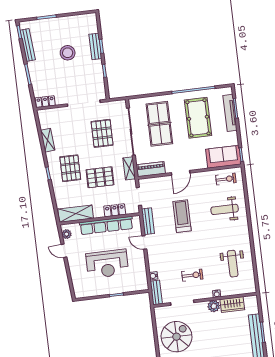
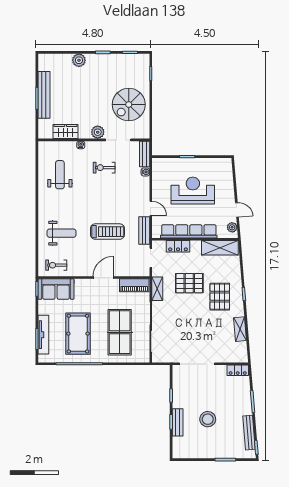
pallet: (102, 133) -> (182, 329), removed
treadmill: (182, 216) -> (107, 232), turned -90
plant: (214, 306) -> (98, 132), moved

